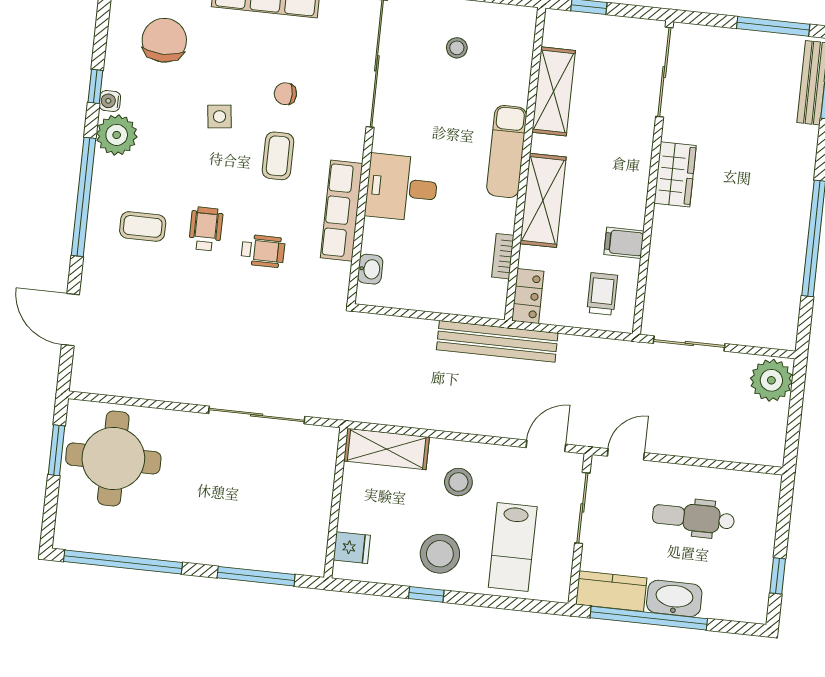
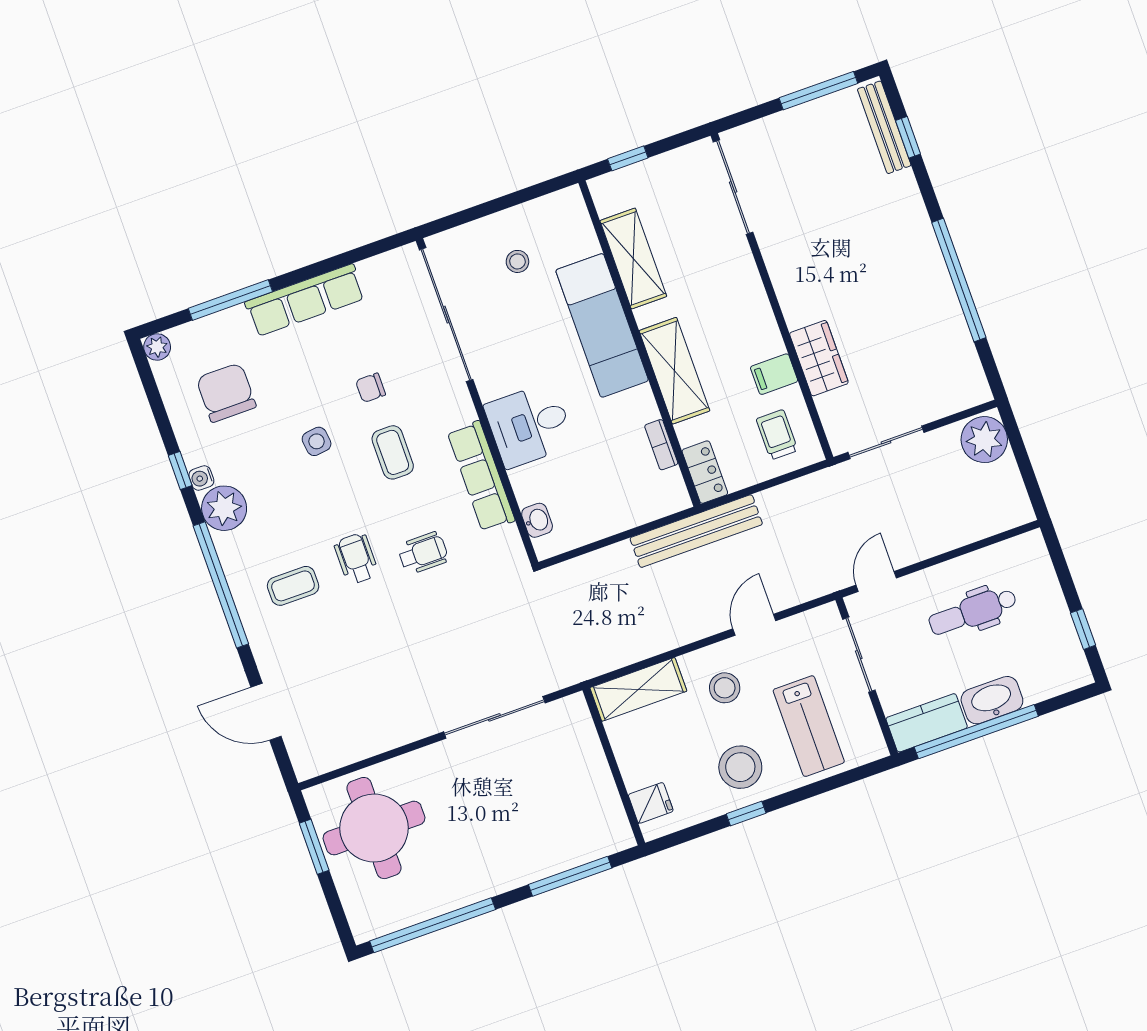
exam couch: (507, 151) -> (602, 325), width x1.36, depth x1.45
wardrobe: (675, 174) -> (819, 358), moved
door: (546, 446) -> (754, 625), moved

